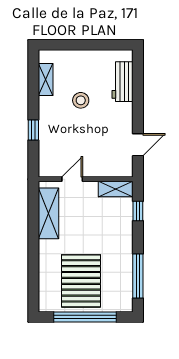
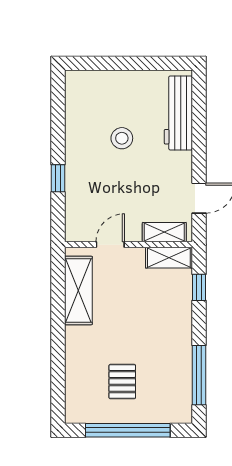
shelving: (46, 79) -> (164, 232), moved, turned 90
workbench: (123, 82) -> (178, 113), width x1.38
pallet: (81, 281) -> (122, 382), width x0.49, depth x0.50

